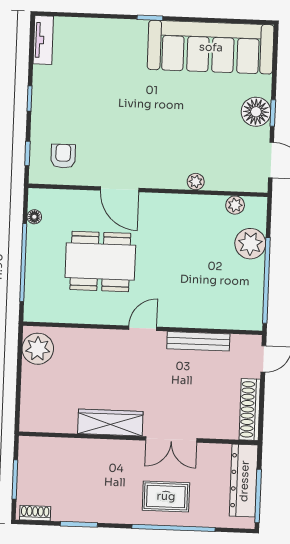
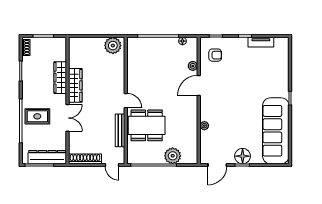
tv unit: (43, 40) -> (261, 42), moved
plant: (235, 205) -> (193, 66), moved
dining table: (100, 261) -> (147, 125), moved, turned 90
double door: (171, 439) -> (68, 118), swing flipped
wardrobe: (94, 450) -> (60, 78), added
rug: (166, 496) -> (37, 116), turned 90

